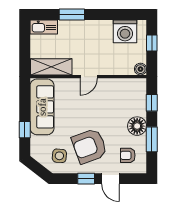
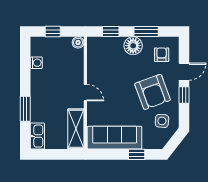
washing machine: (125, 31) -> (36, 63), width x0.53, depth x0.53
armchair: (128, 155) -> (162, 55), turned 180

